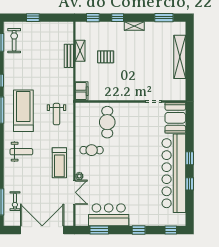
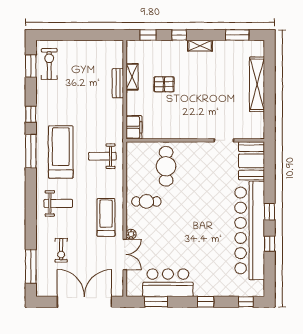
window: (33, 18) -> (73, 35), removed
weight bench: (56, 114) -> (102, 156), turned 90
treadmill: (59, 163) -> (106, 217), turned 180
exercise bike: (15, 201) -> (61, 250), moved

